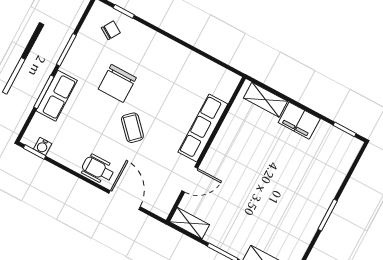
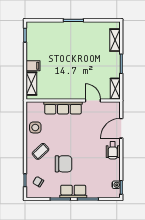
side table: (196, 70) -> (35, 127), added
row of seats: (57, 96) -> (73, 191), moved
filing cabinet: (299, 121) -> (33, 66), width x0.50
coffee table: (132, 128) -> (41, 151), moved

